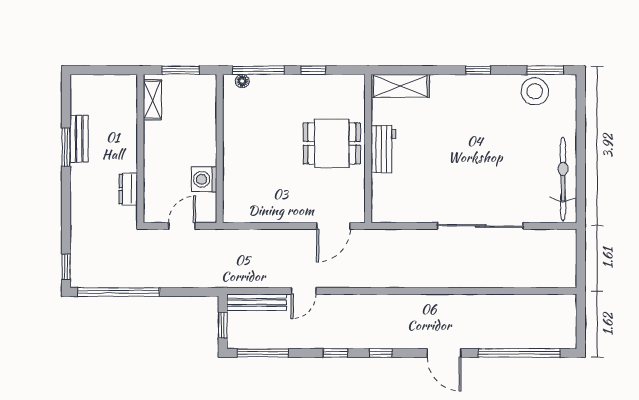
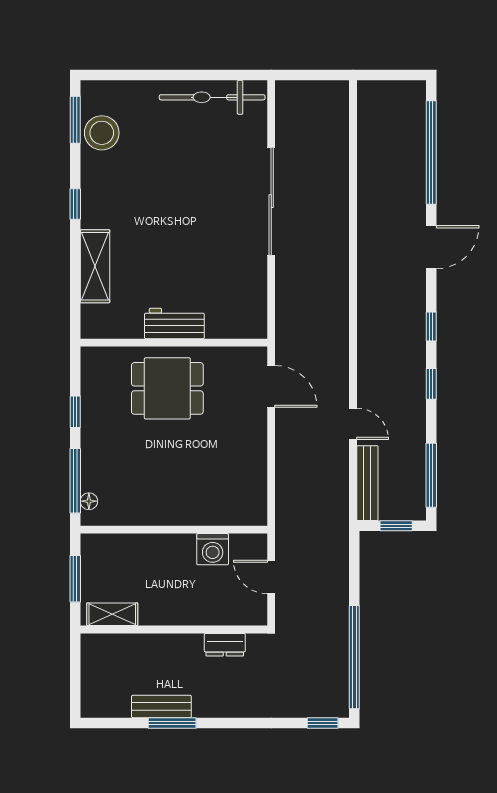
shelving: (400, 86) -> (95, 266), moved
dining table: (332, 143) -> (167, 388), turned 90

